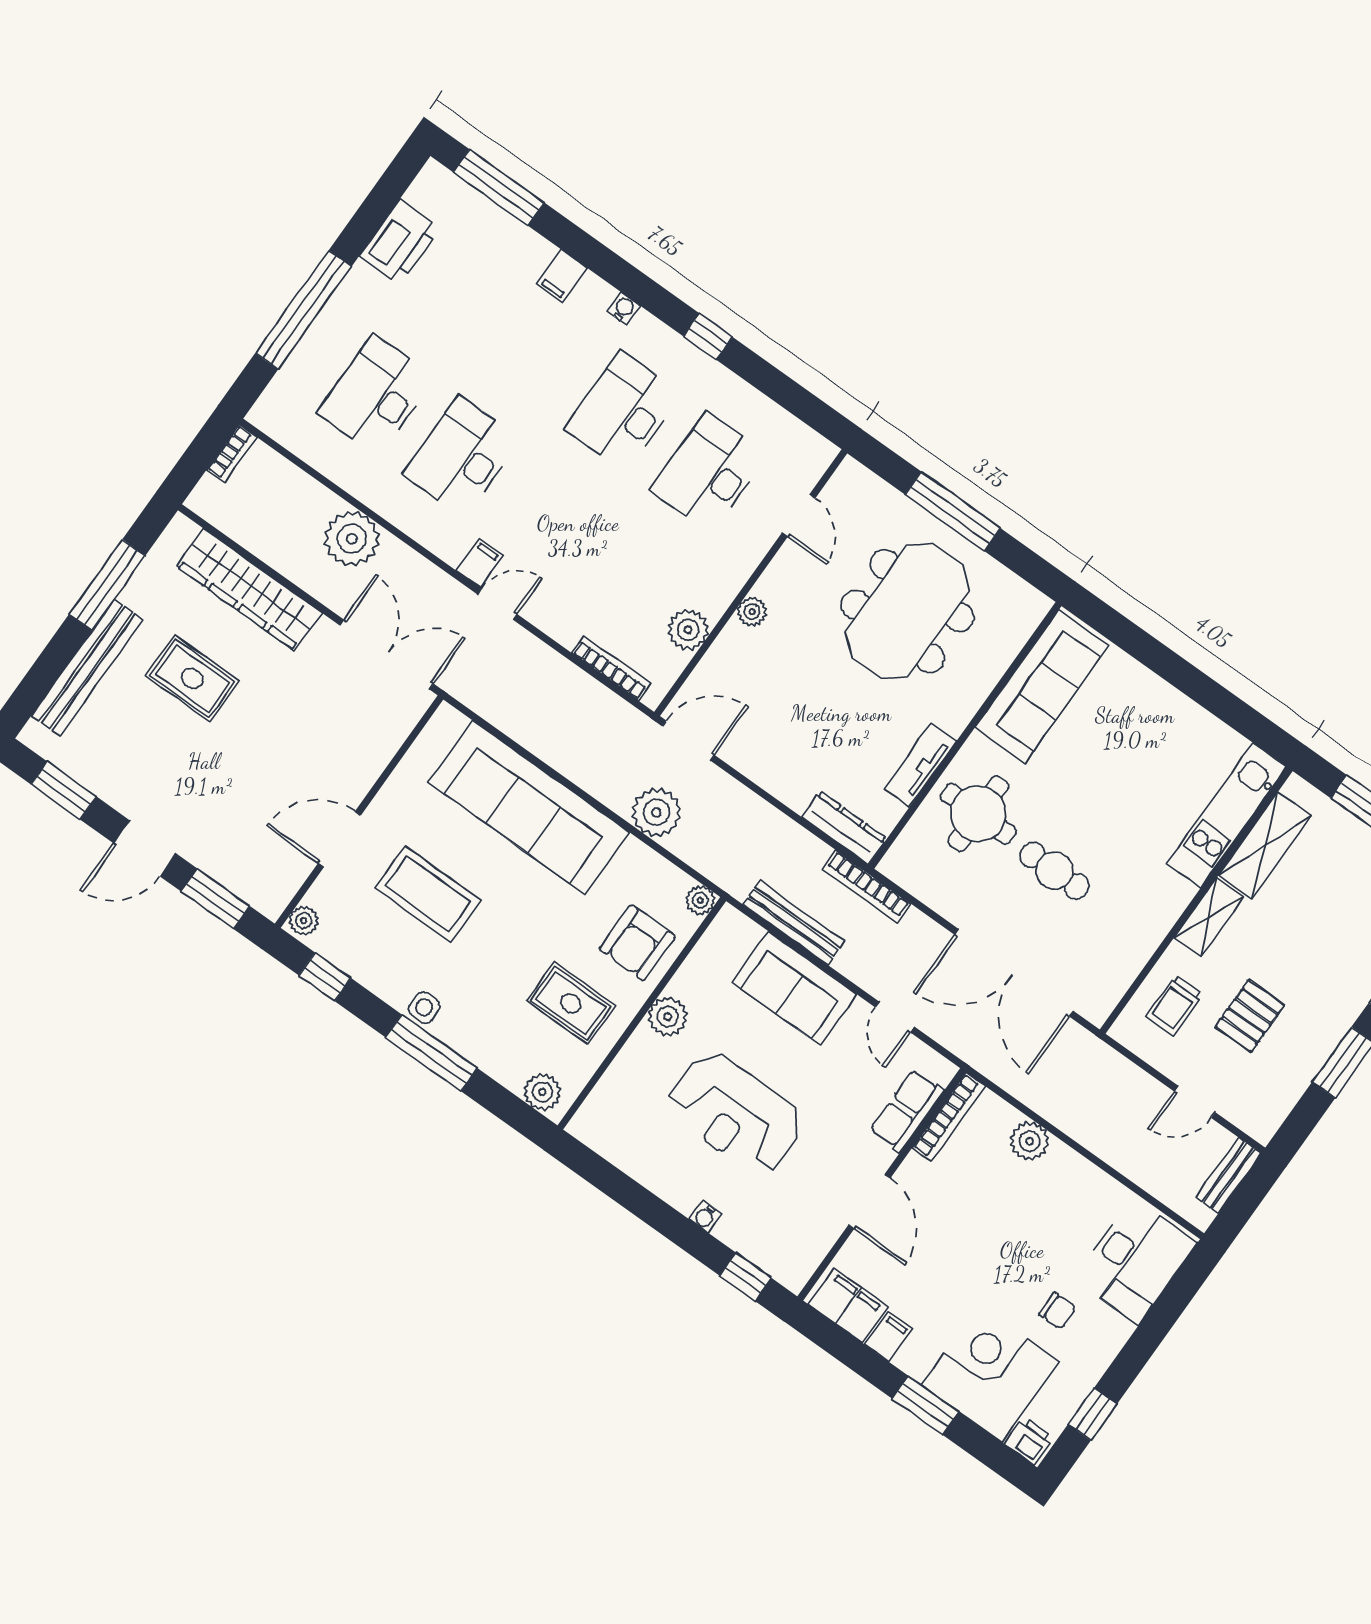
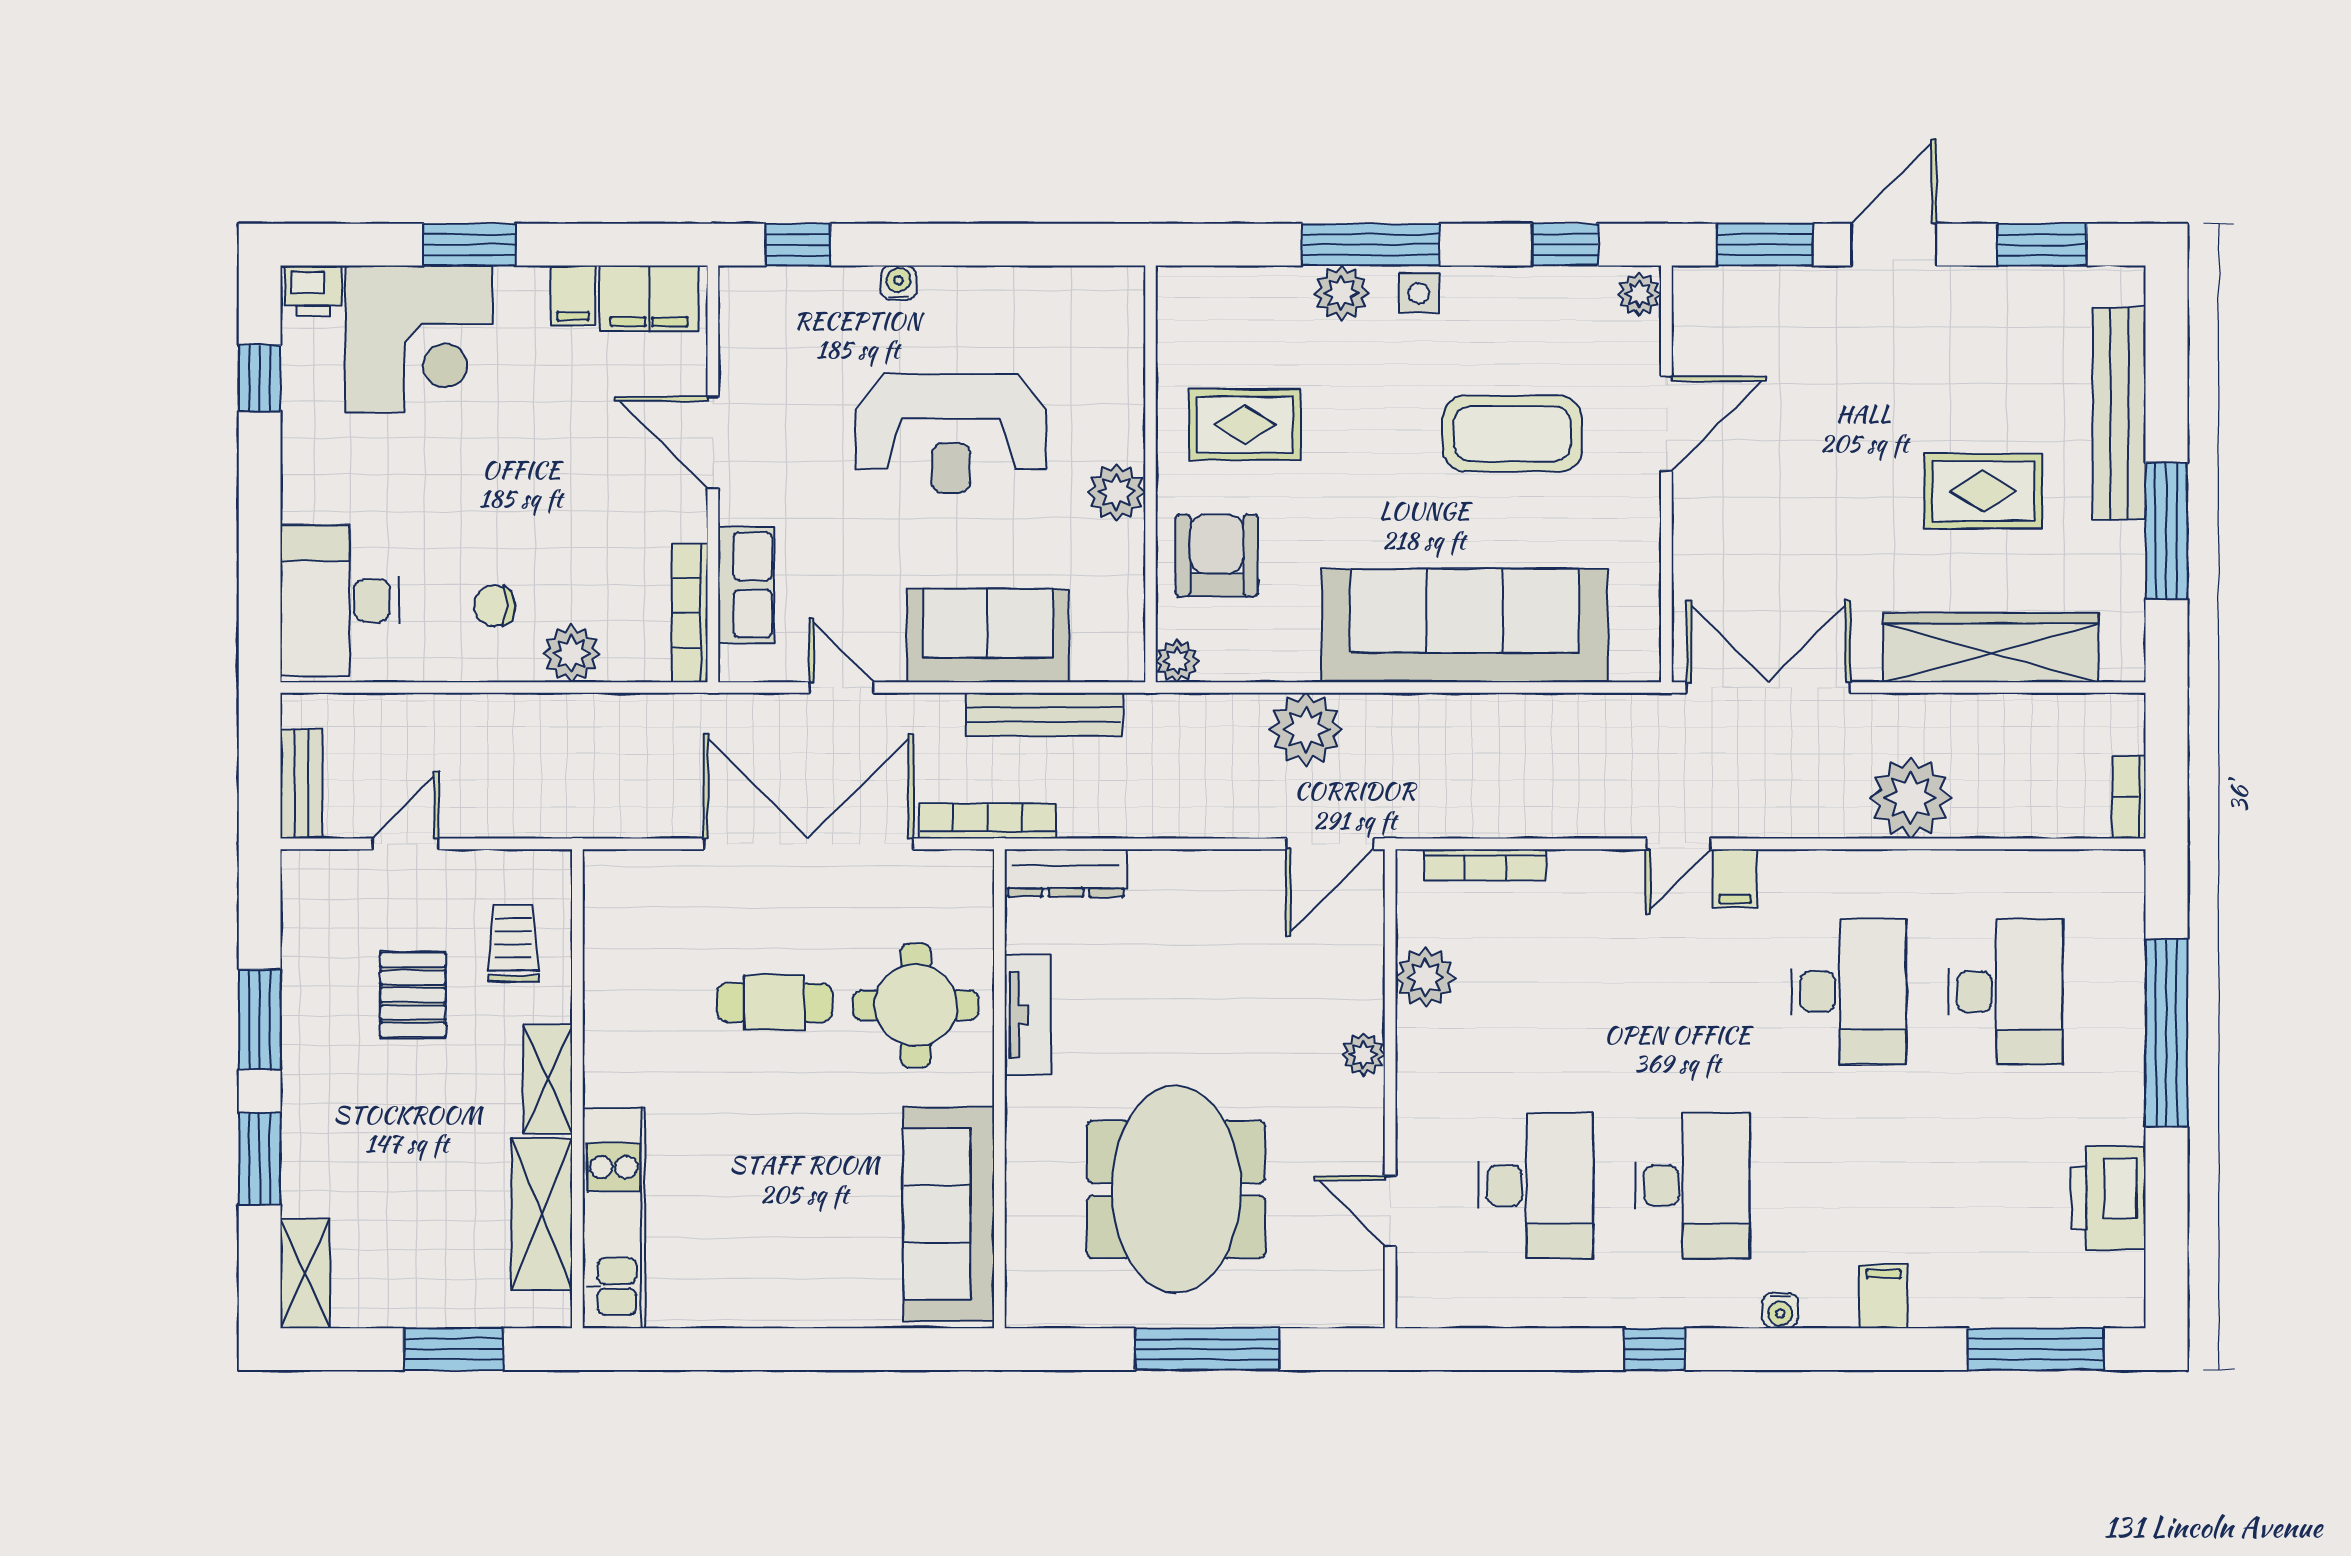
double door: (387, 655) -> (1768, 687), swing flipped
double door: (1014, 973) -> (808, 844), moved
plant: (542, 1092) -> (1341, 293), moved
reception desk: (735, 1114) -> (951, 433), turned 180
chair: (1058, 1311) -> (495, 606), moved

